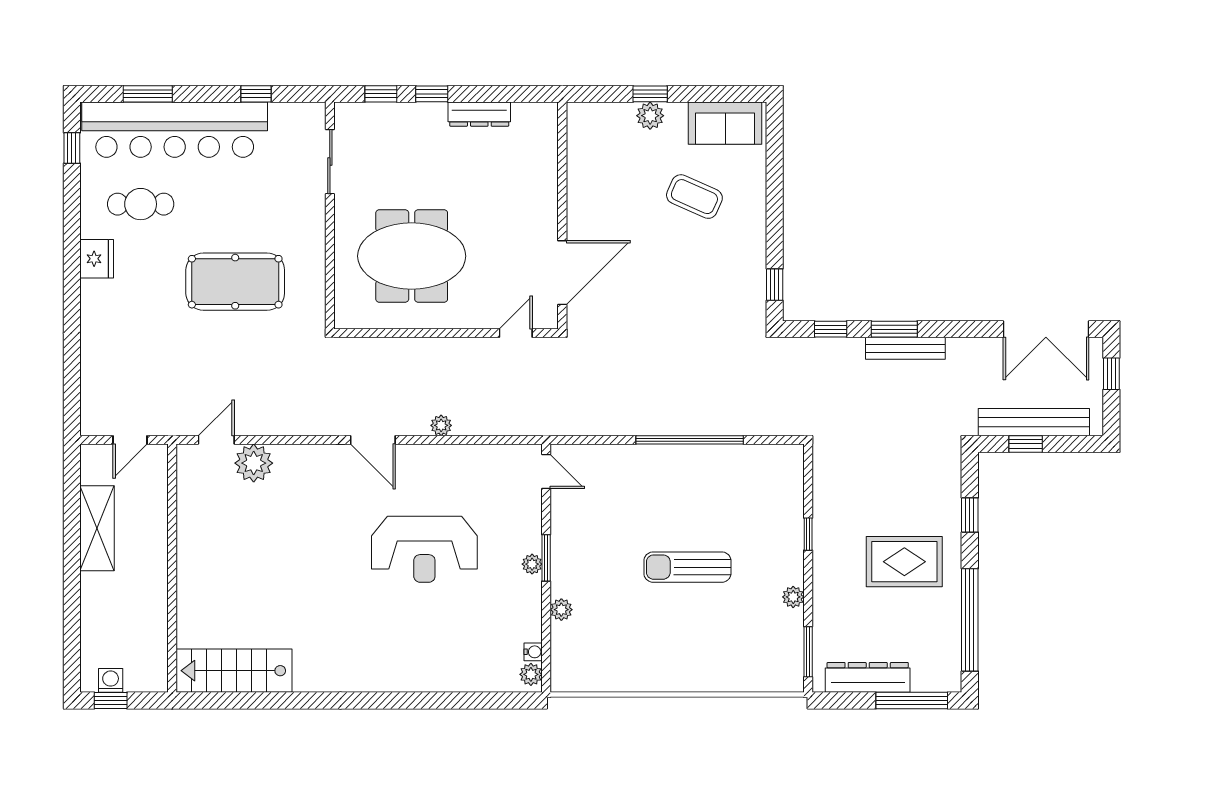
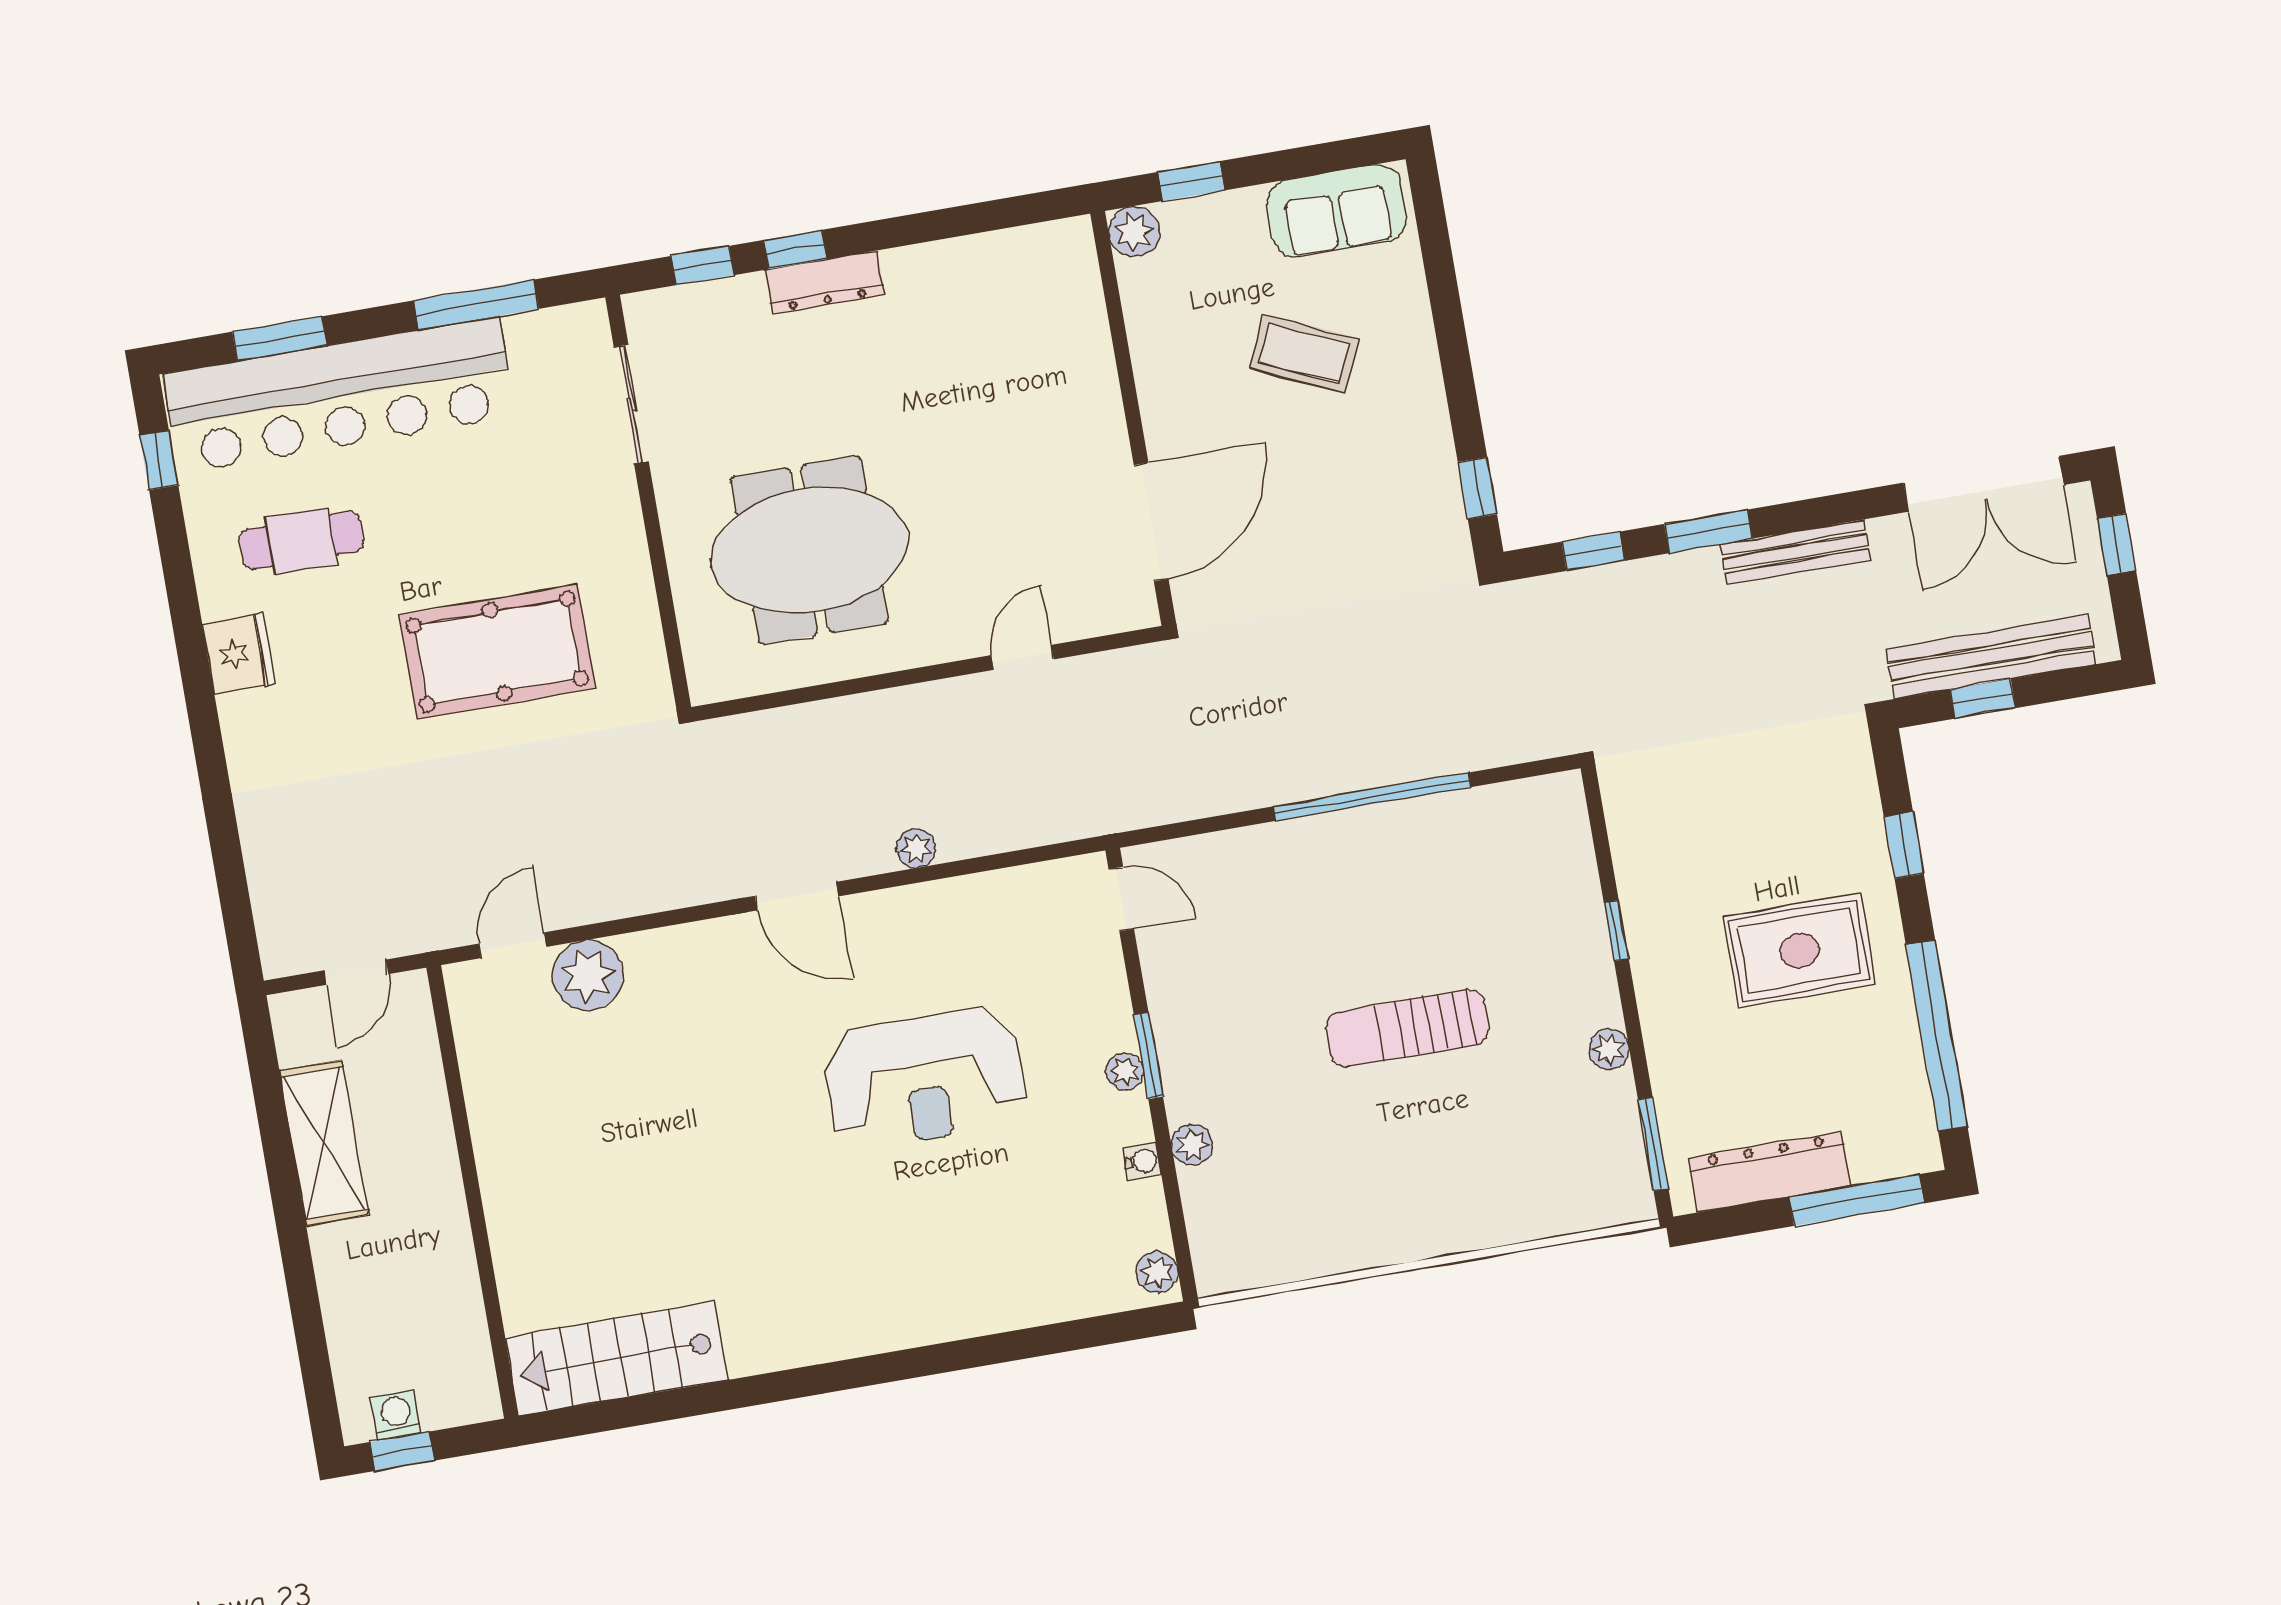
window: (256, 94) -> (476, 305), width x2.17
dresser: (479, 114) -> (825, 282), moved
plant: (650, 116) -> (1134, 232), moved
wall: (562, 216) -> (1133, 418), moved
door: (562, 273) -> (1151, 522), moved
bench: (905, 348) -> (1796, 552), moved
water cooler: (533, 652) -> (1142, 1161), moved

